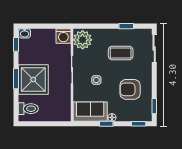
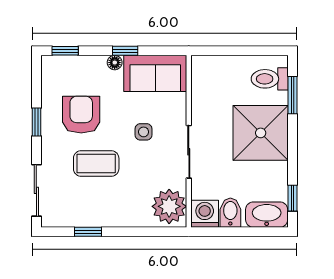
washbasin: (25, 33) -> (267, 215), width x1.91, depth x1.45
bidet: (50, 36) -> (230, 213), added
coffee table: (121, 53) -> (96, 164), moved
window: (16, 79) -> (293, 95), moved
armchair: (130, 89) -> (81, 115), turned -90
window: (154, 106) -> (36, 122), moved

